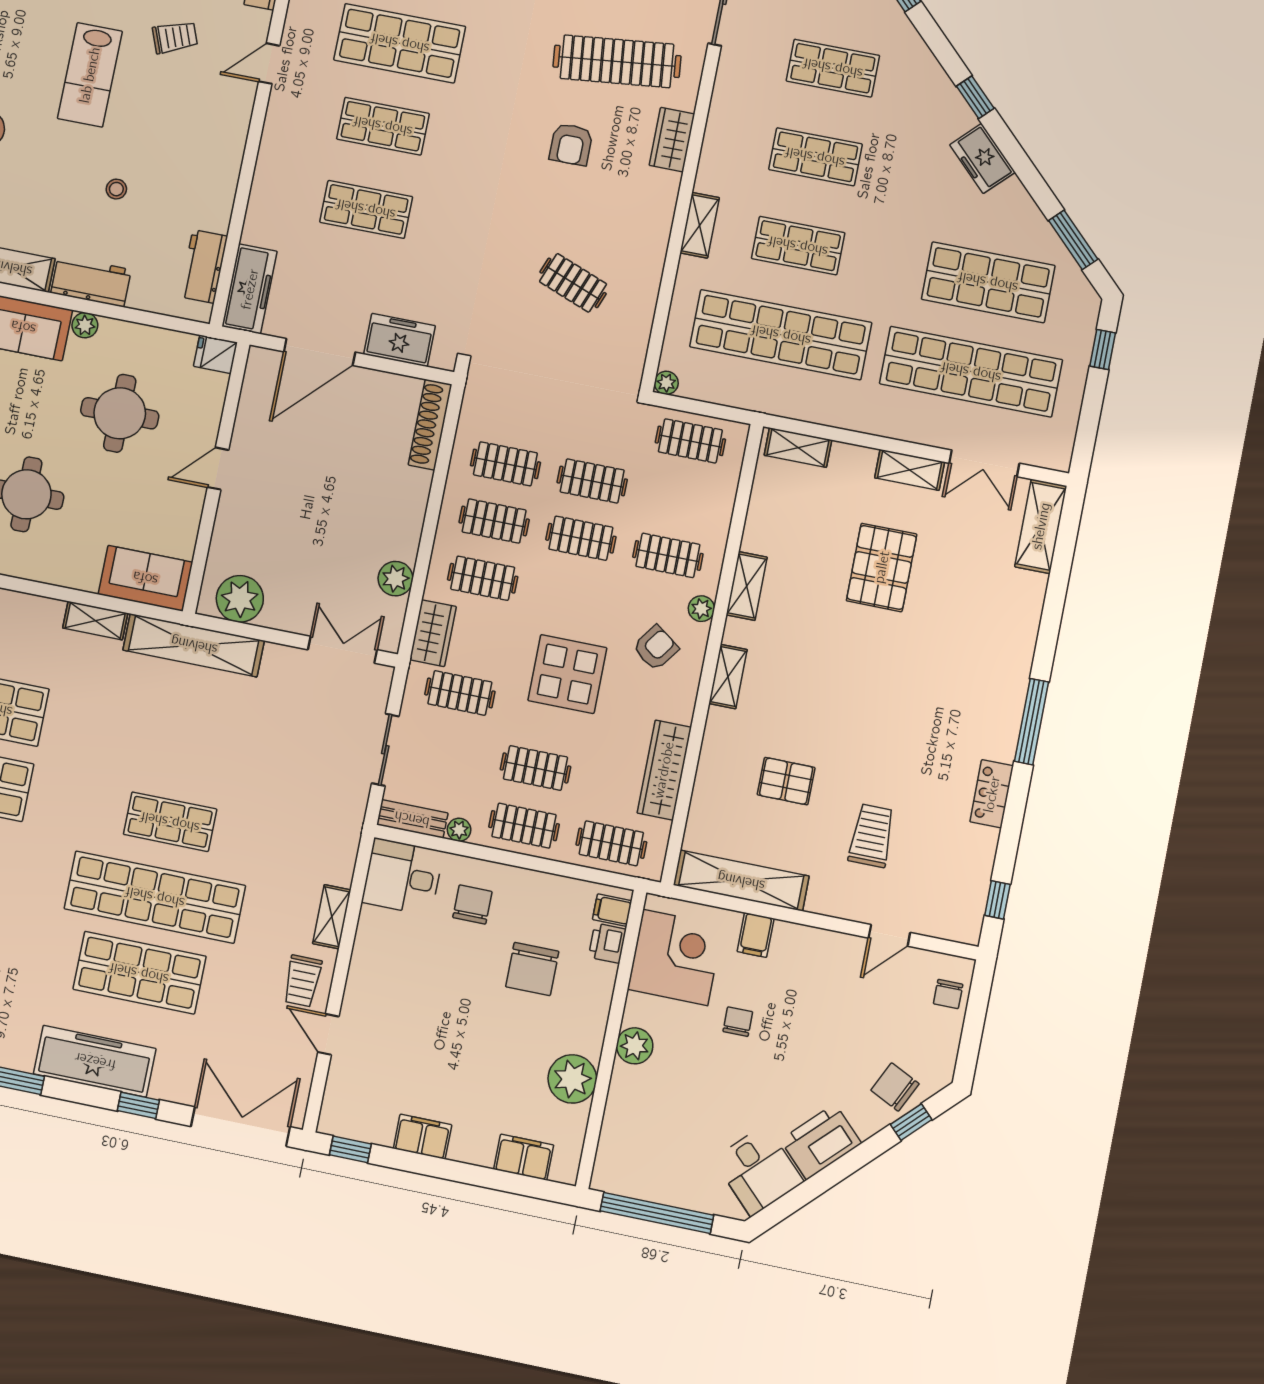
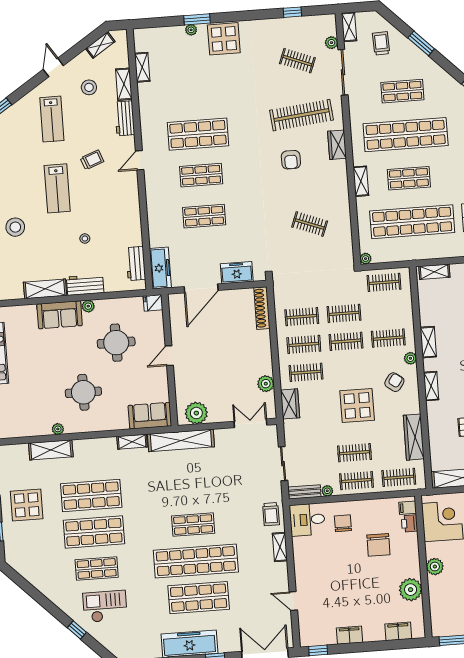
shop shelf: (815, 157) -> (406, 135), width x2.00, depth x1.36
clothes rail: (460, 693) -> (310, 428), removed
trolley: (302, 981) -> (271, 514), moved

